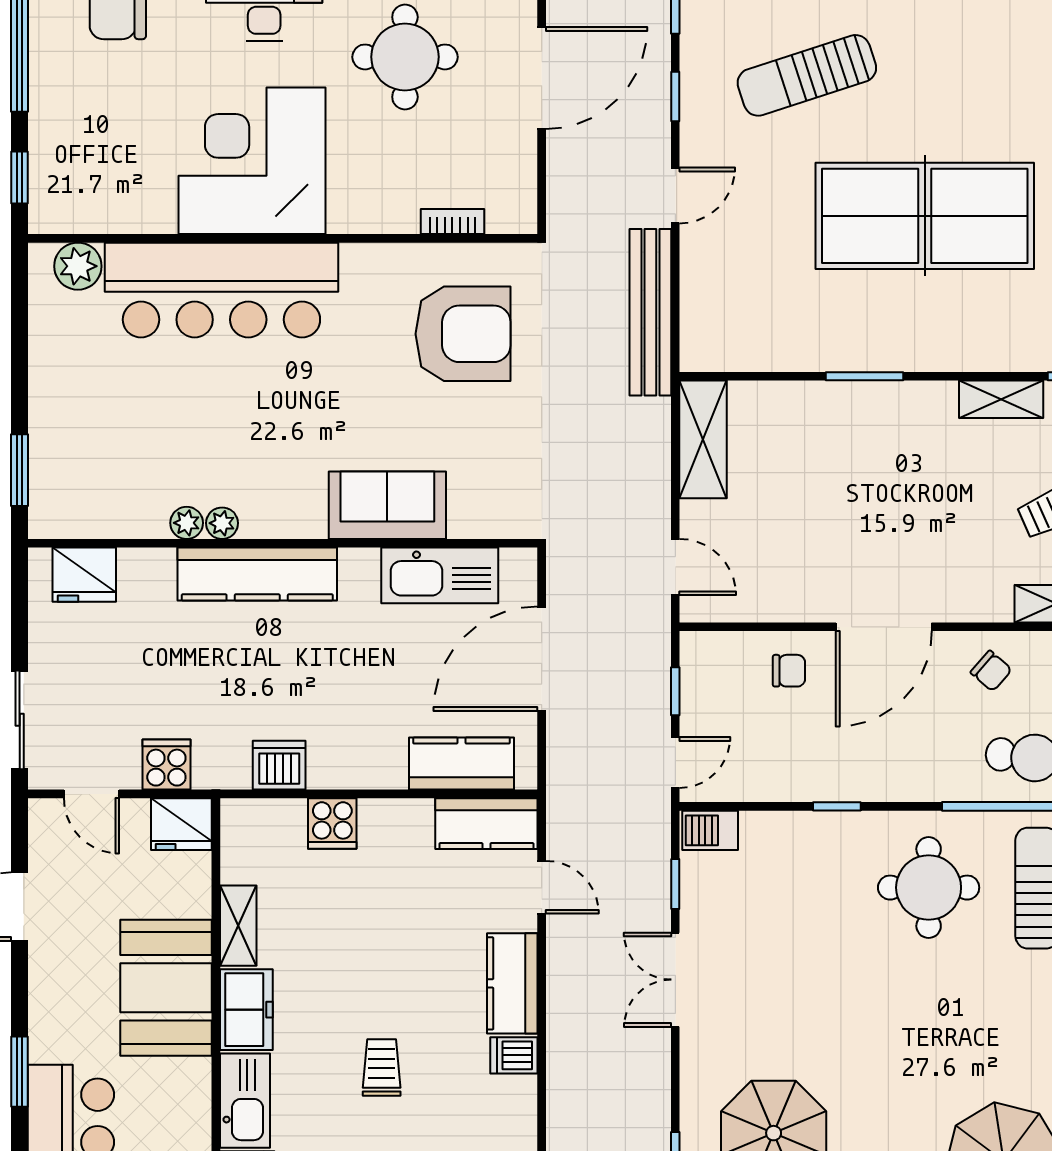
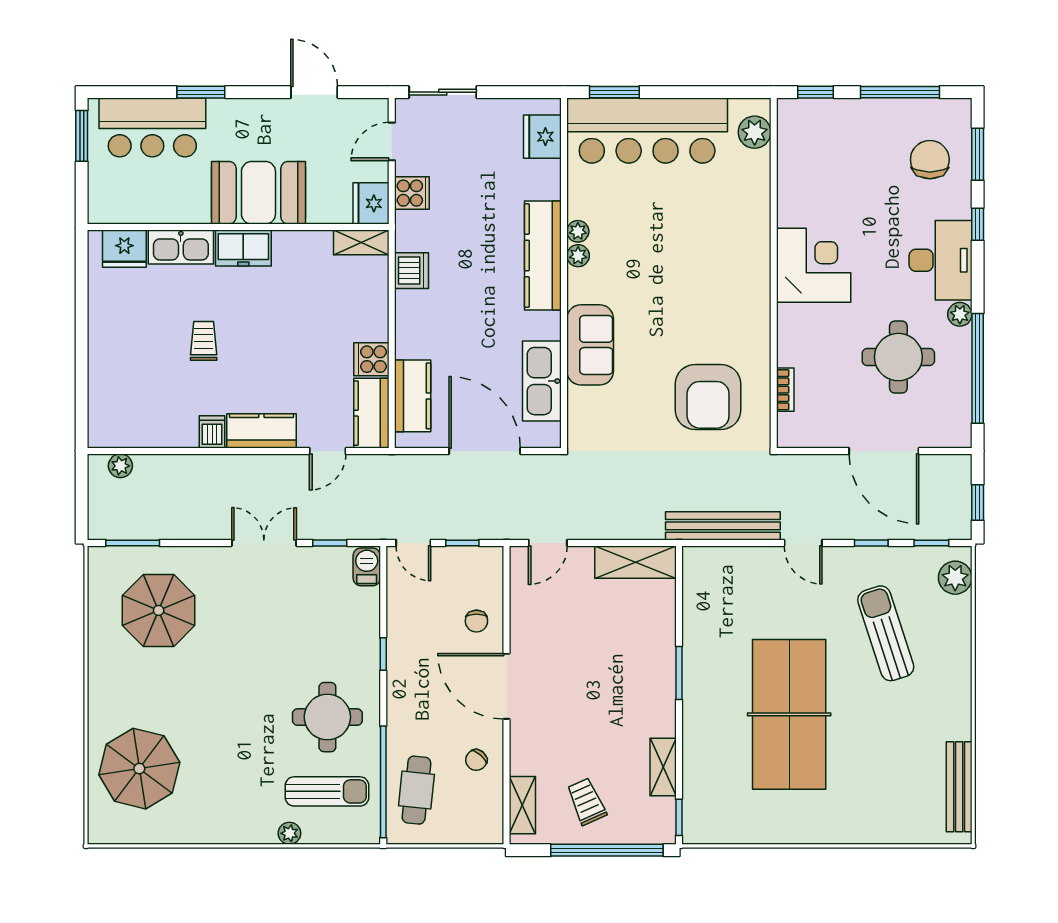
corner desk: (252, 161) -> (814, 265), width x0.74, depth x0.74
bar counter: (221, 290) -> (647, 131), moved, turned -90
plant: (187, 523) -> (578, 256), moved
cooker: (332, 823) -> (371, 359), moved
shelving: (238, 926) -> (361, 242), moved
trolley: (382, 1068) -> (204, 341), turned -90

